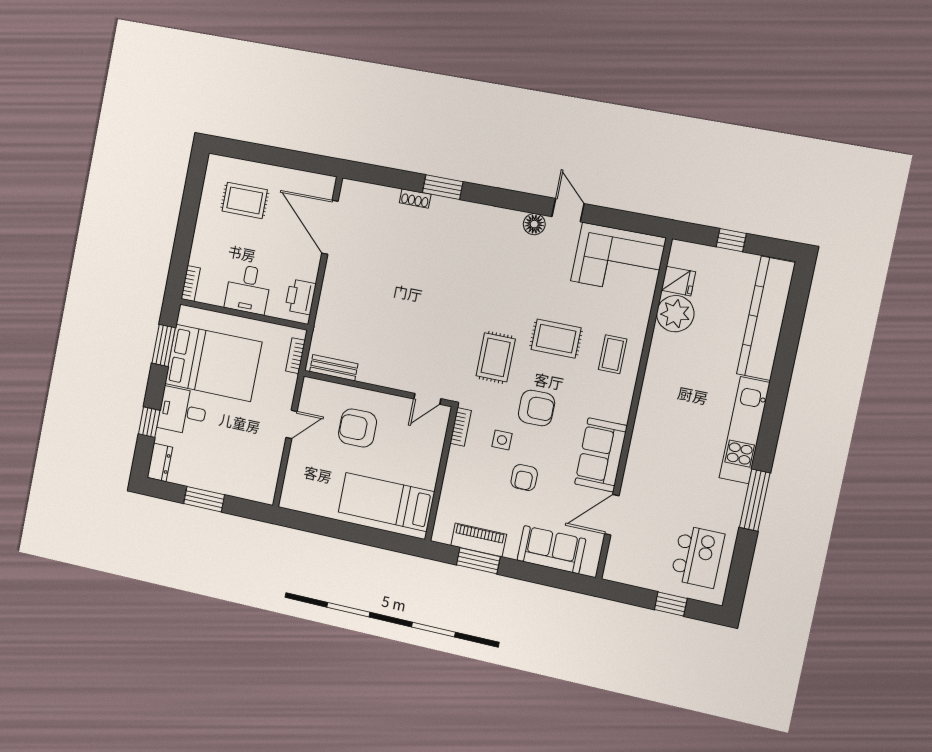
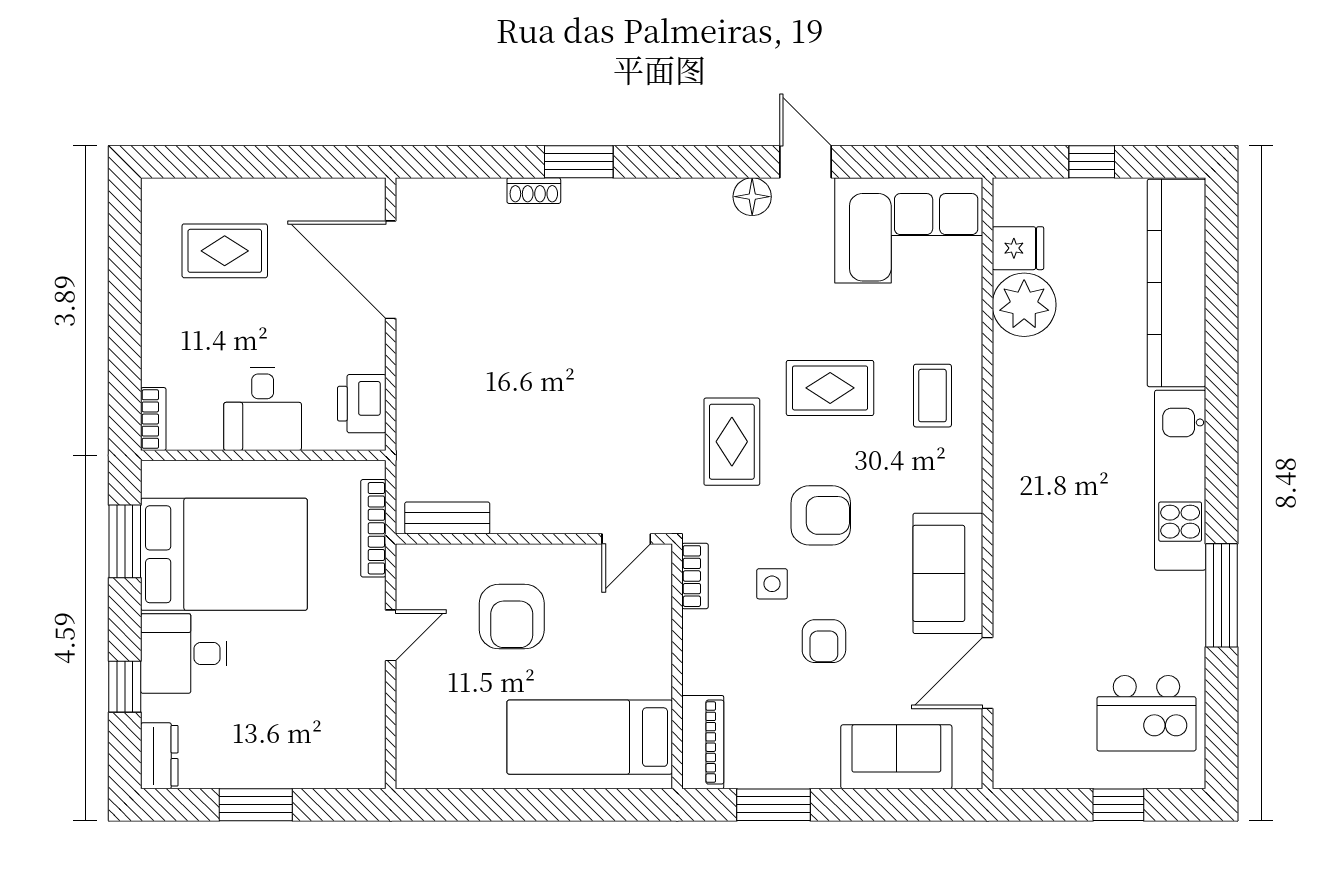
bookcase: (295, 356) -> (373, 528), width x1.56
armchair: (358, 428) -> (512, 617), turned -90
piano: (479, 540) -> (703, 742), moved, turned 90
kitchen island: (698, 557) -> (1146, 713), turned 90

